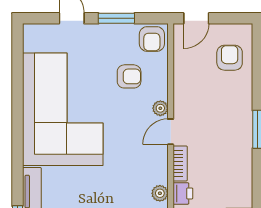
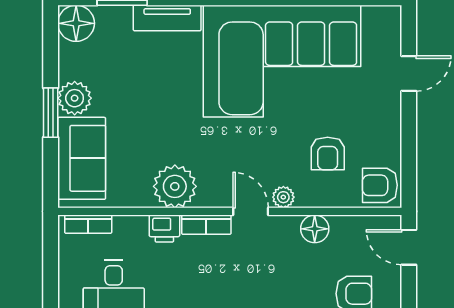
window: (116, 18) -> (409, 136), removed
floor lamp: (183, 86) -> (315, 229), added
plant: (160, 193) -> (175, 186), width x1.88, depth x1.88

